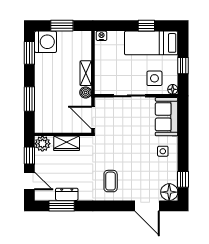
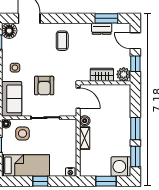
window: (146, 26) -> (40, 181), moved
window: (29, 99) -> (135, 129), moved
armchair: (130, 131) -> (44, 86), added

